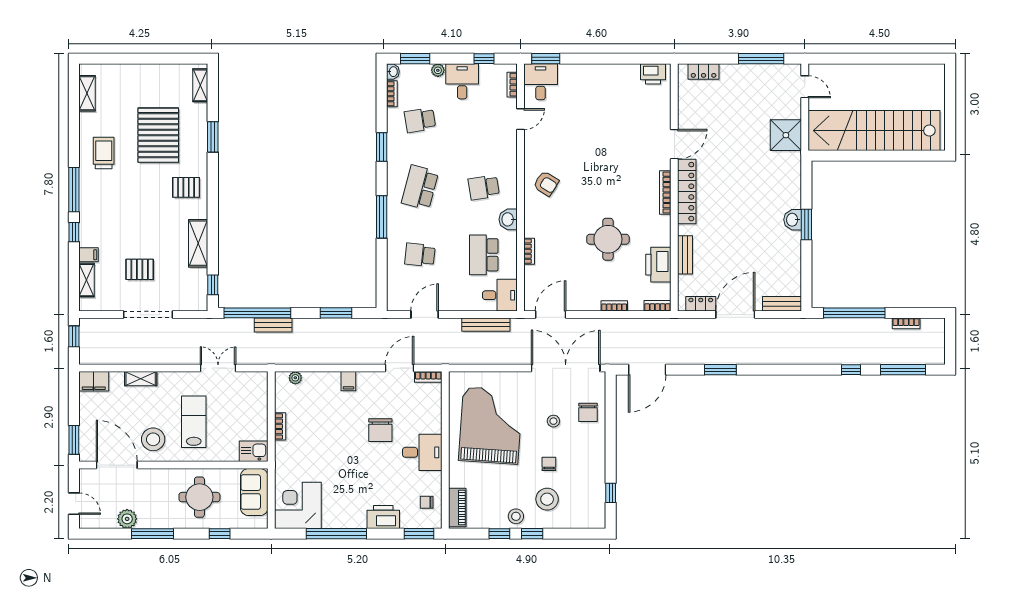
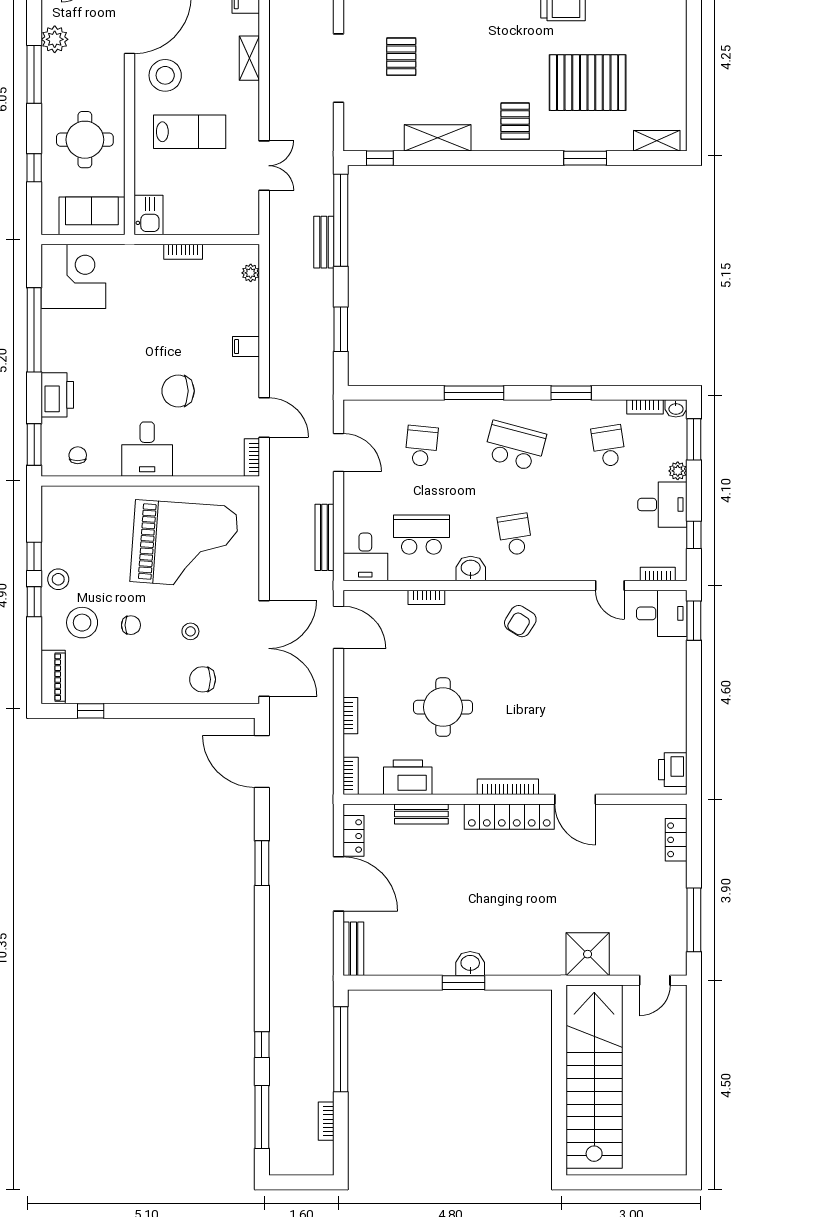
piano: (457, 507) -> (53, 677), moved, turned -90

